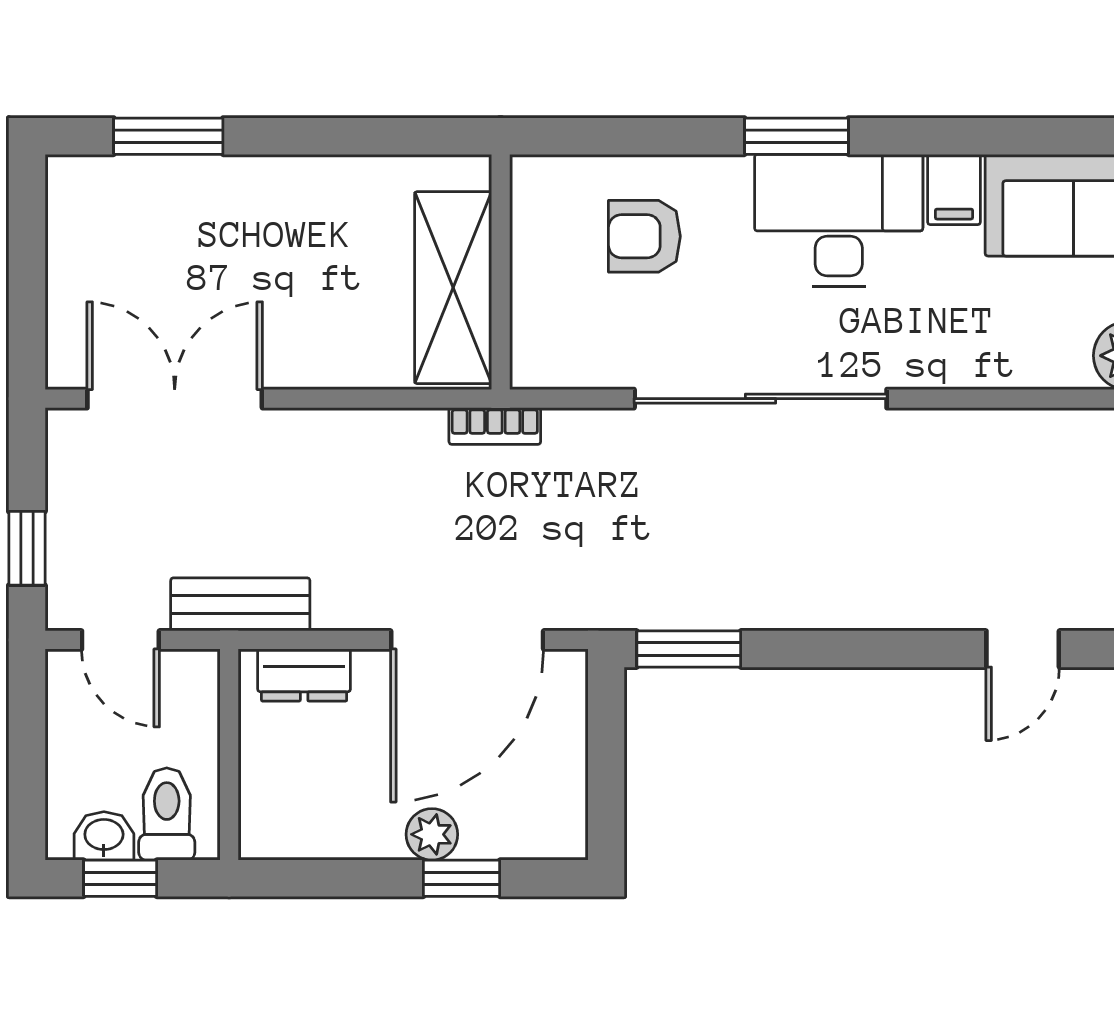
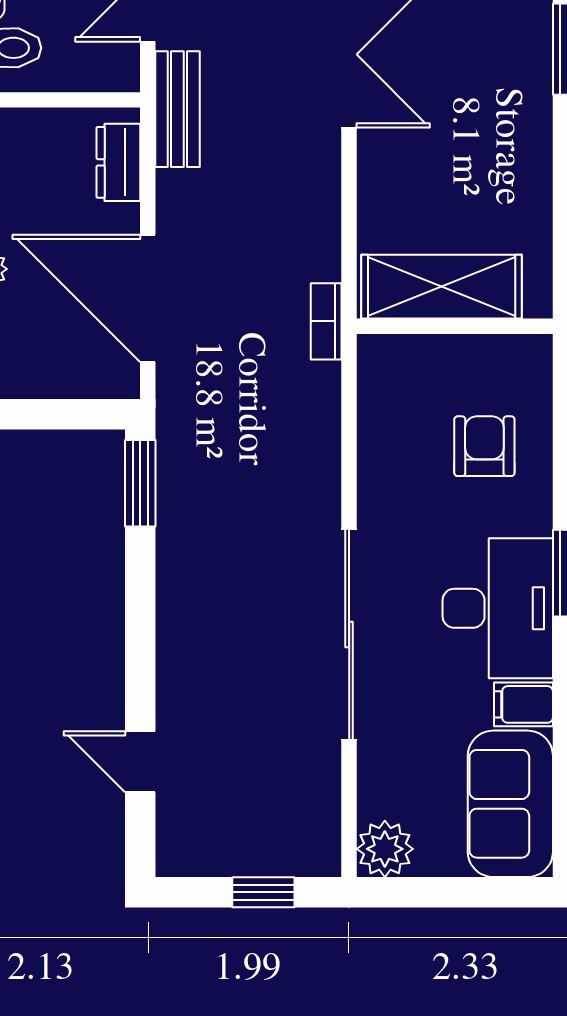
sliding door: (761, 399) -> (349, 634), moved

